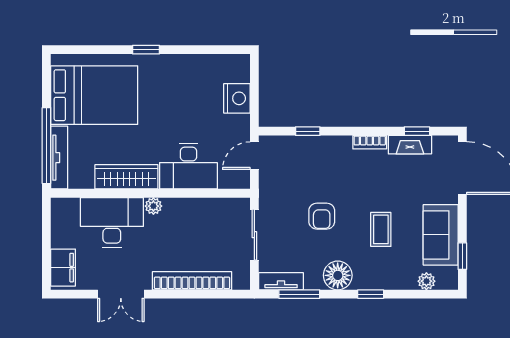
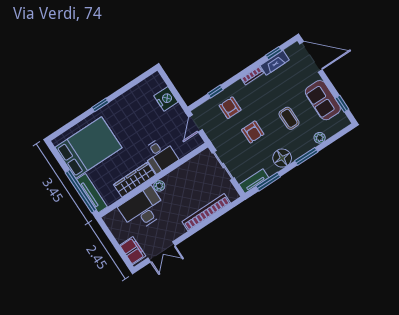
armchair: (313, 165) -> (230, 108), added
desk: (189, 166) -> (160, 155), width x0.73
plant: (426, 281) -> (320, 138), moved
double door: (121, 294) -> (162, 252), moved
window: (371, 294) -> (306, 156), width x1.50

